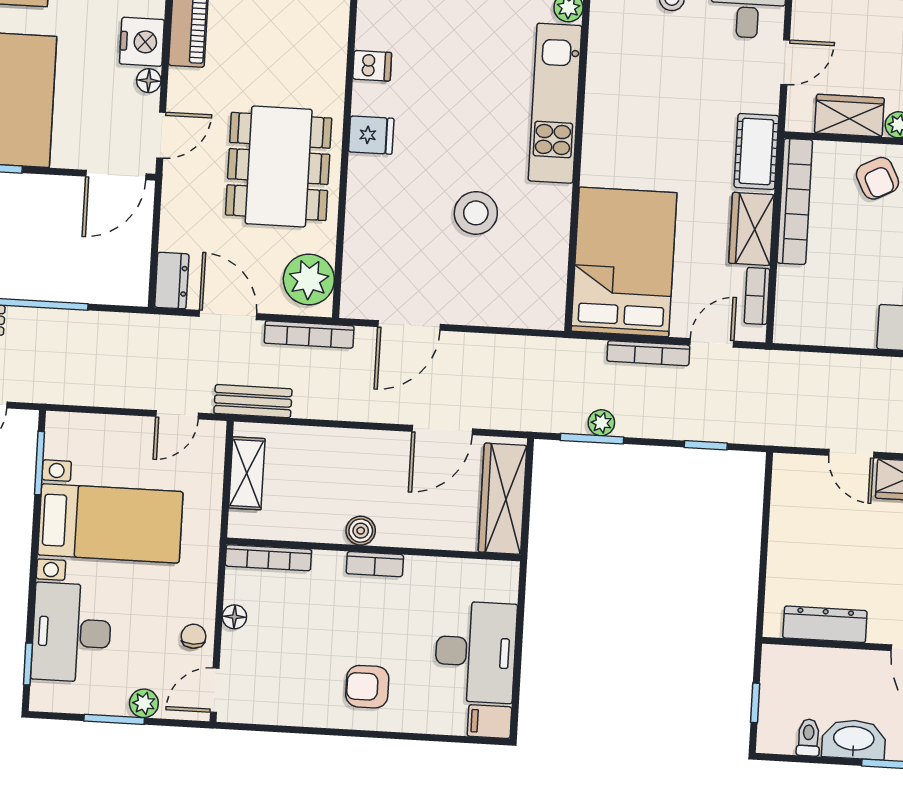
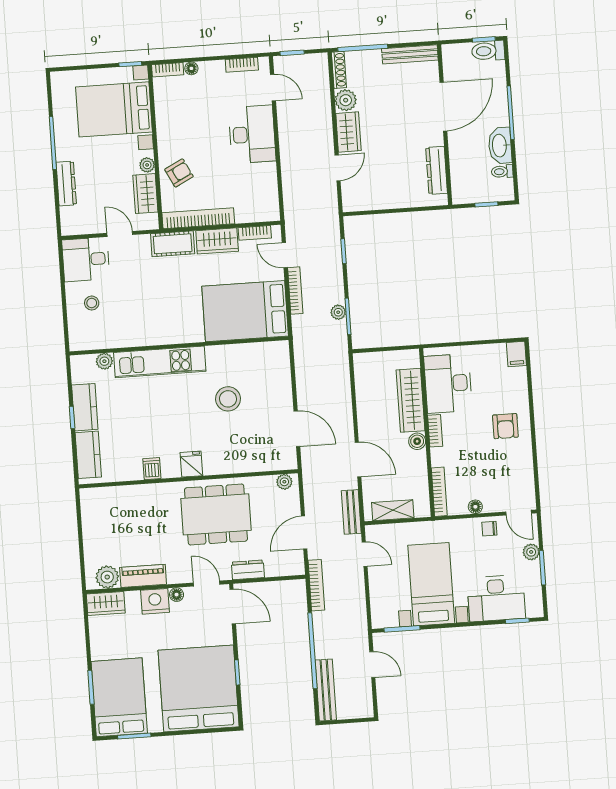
plant: (309, 280) -> (284, 482), width x0.53, depth x0.53
dresser: (172, 281) -> (248, 570), moved
bookcase: (309, 334) -> (316, 585), moved
door: (442, 430) -> (358, 459), moved
wardrobe: (503, 499) -> (411, 400), moved, turned 90
desk: (476, 652) -> (448, 383), moved, turned -90

